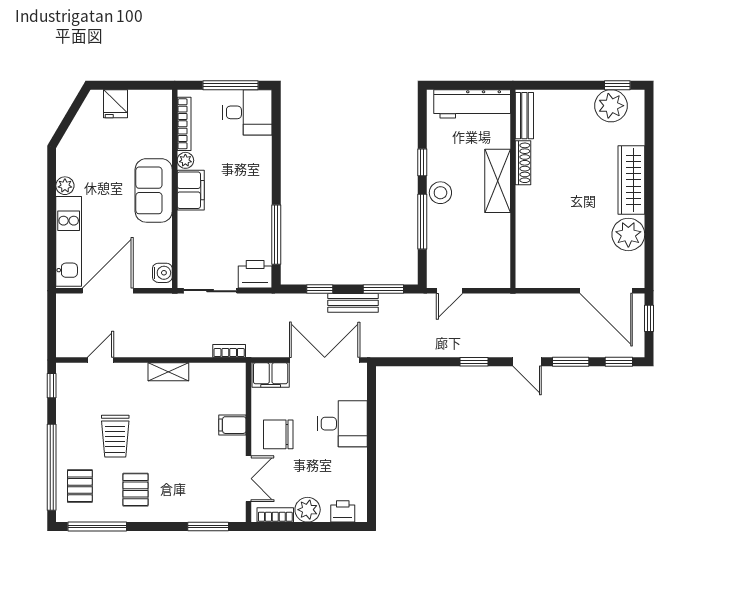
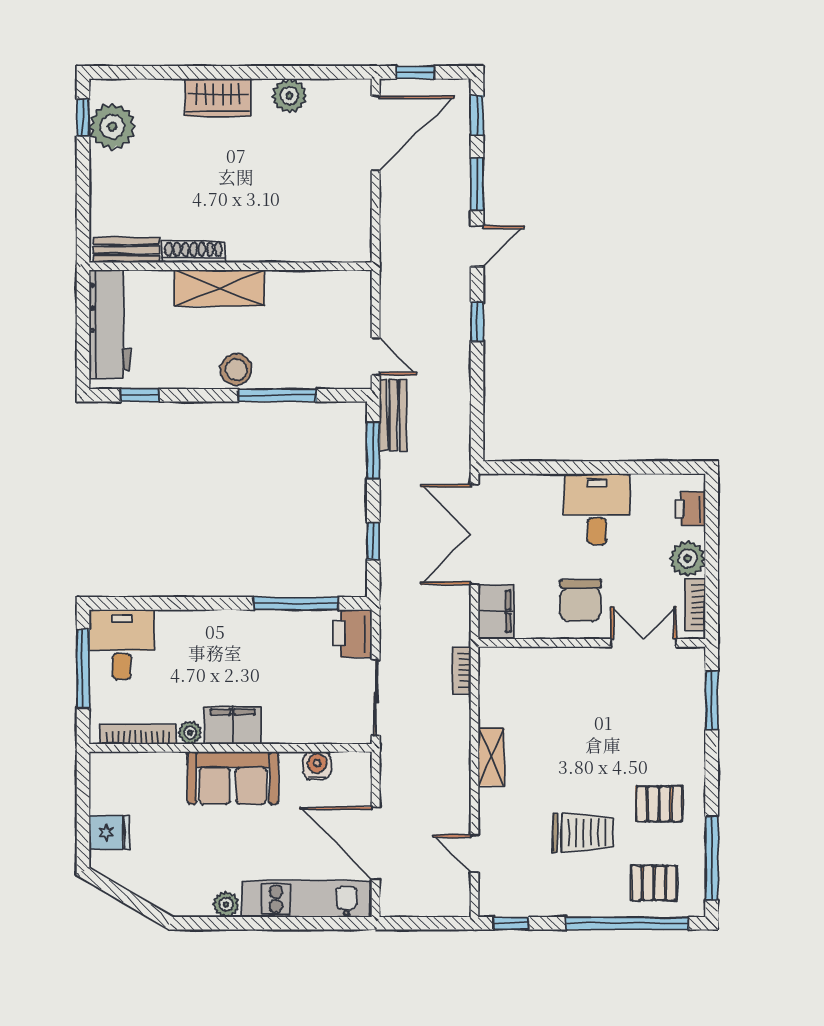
window: (422, 162) -> (140, 395), moved
wardrobe: (631, 180) -> (218, 97), width x0.67
plant: (628, 234) -> (289, 96), width x0.73, depth x0.73
water cooler: (162, 273) -> (317, 766), moved
bench: (353, 303) -> (393, 415), moved
desk: (342, 424) -> (597, 509), moved
filing cabinet: (232, 425) -> (567, 666), removed

